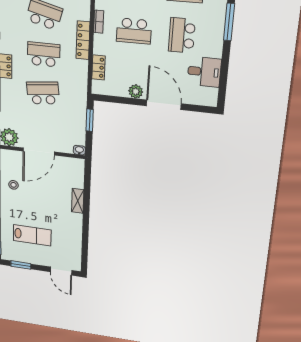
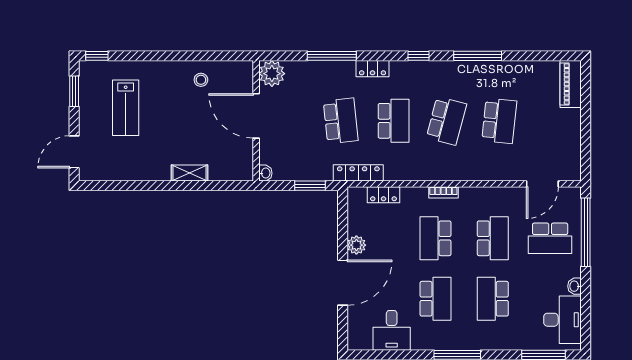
school desk: (182, 35) -> (435, 299), turned 90
locker: (83, 40) -> (358, 173), moved

